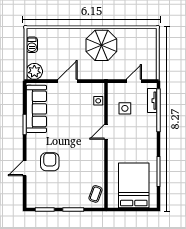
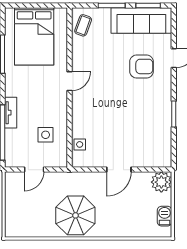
tv unit: (152, 101) -> (11, 113), moved
sofa: (36, 109) -> (141, 20), moved, turned -90
door: (106, 132) -> (70, 81), moved
armchair: (50, 162) -> (142, 66), turned -90

